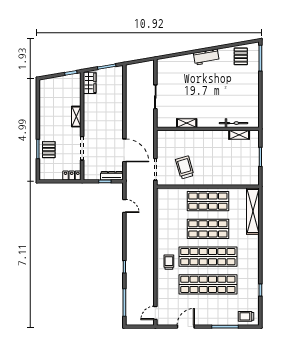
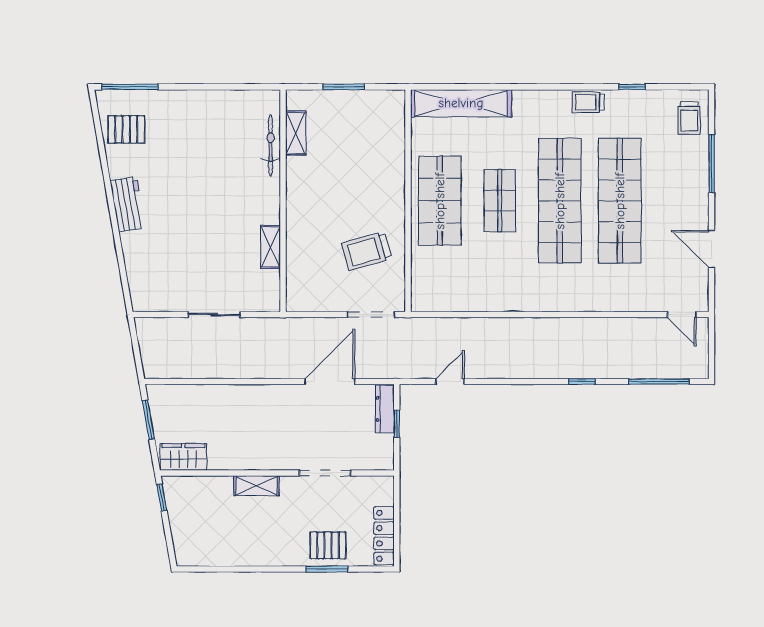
locker: (72, 175) -> (384, 536), moved, width x1.53
shop shelf: (208, 229) -> (500, 201), width x0.70, depth x0.74
trolley: (169, 262) -> (588, 102), moved

